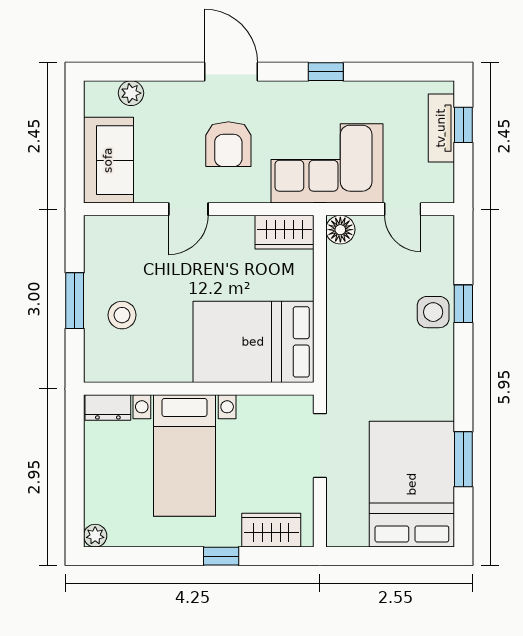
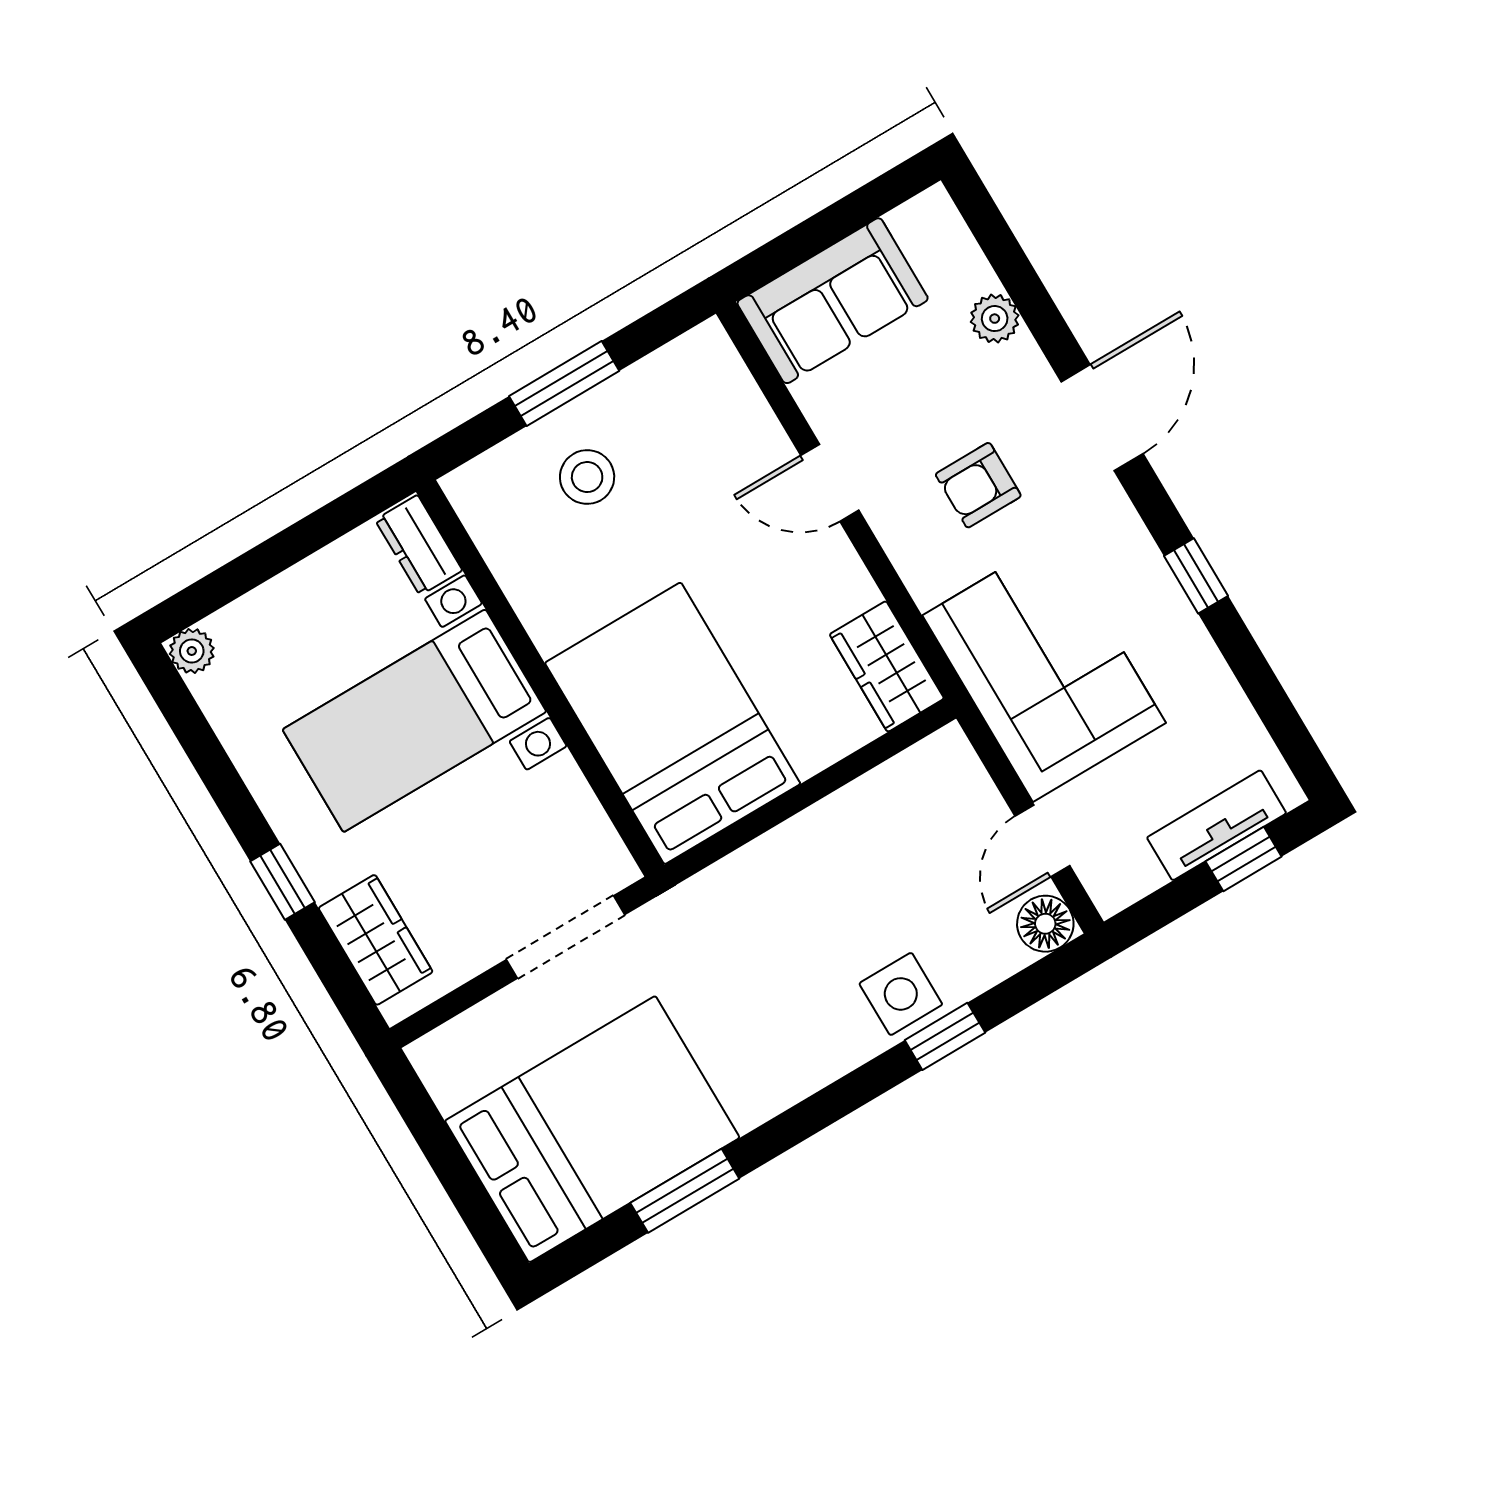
plant: (131, 93) -> (995, 319), moved
armchair: (228, 144) -> (978, 485), width x0.72, depth x0.72
floor lamp: (340, 230) -> (1045, 924), moved

